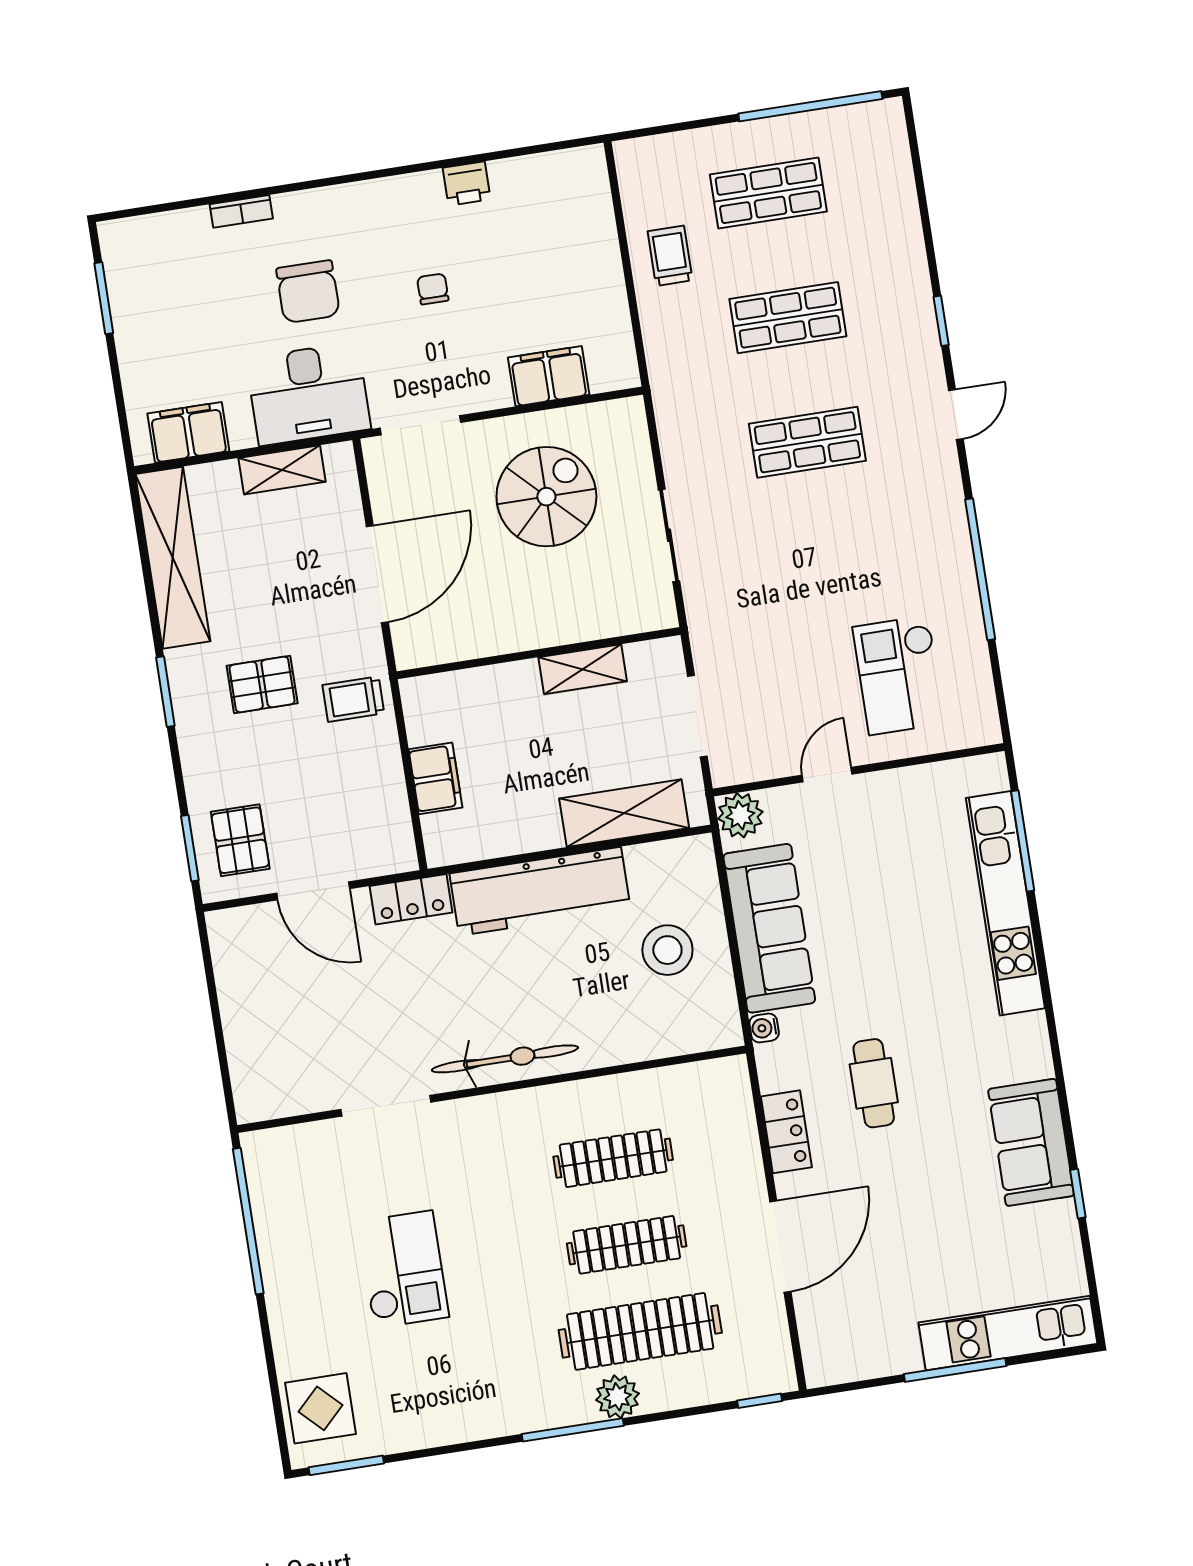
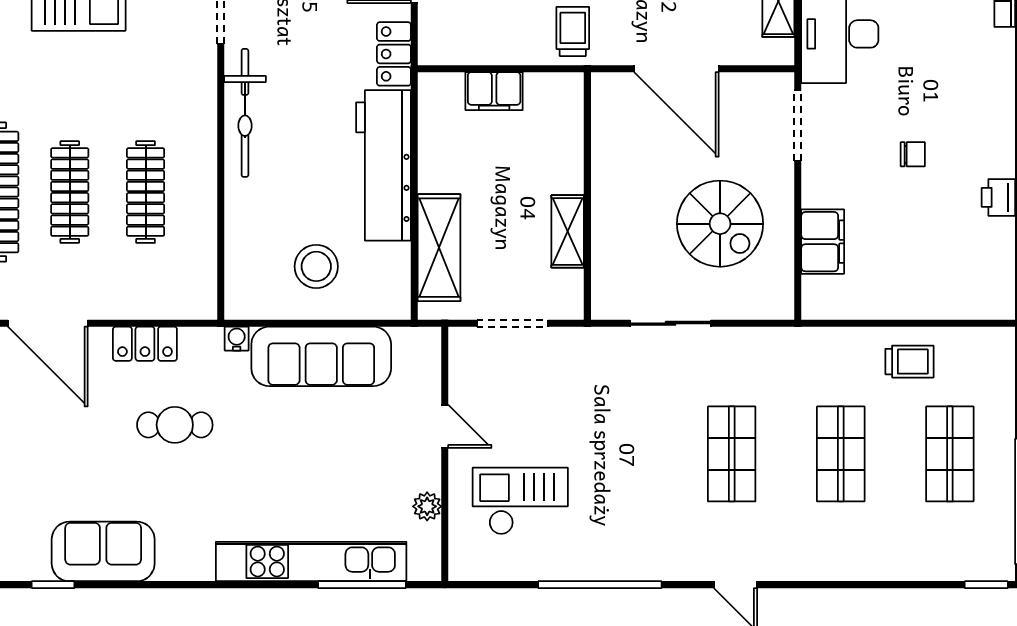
chair: (308, 292) -> (927, 47), removed
window: (941, 321) -> (986, 585), moved
plant: (740, 815) -> (427, 506), moved, width x0.73, depth x0.73

